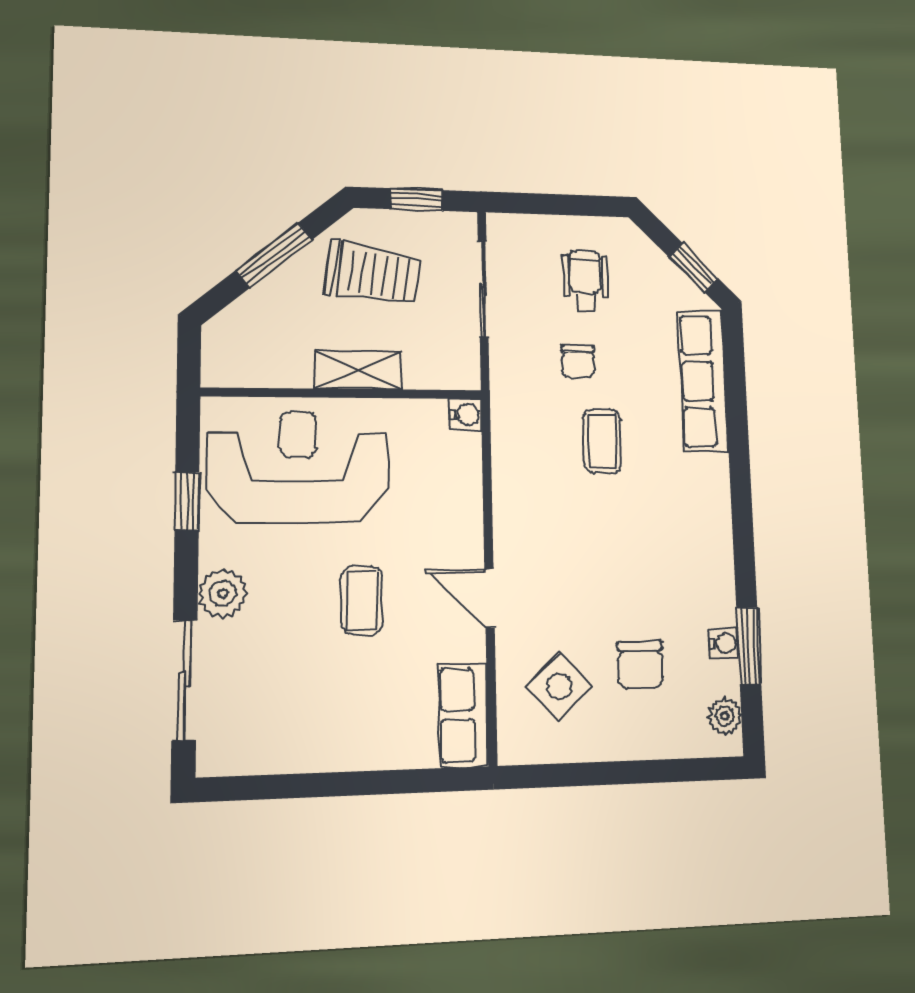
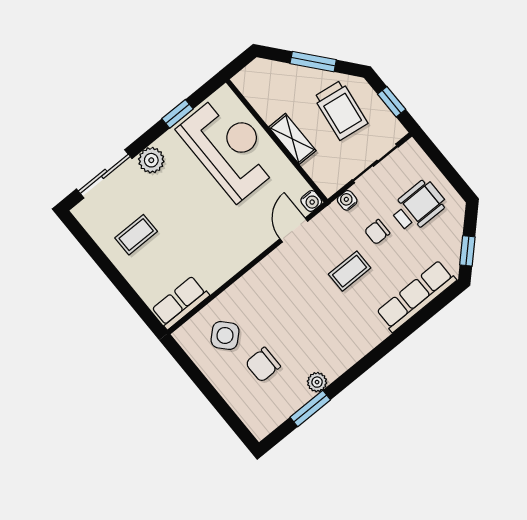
wheelchair: (586, 281) -> (418, 206), width x1.36, depth x1.37
door: (490, 598) -> (294, 230), moved
coffee table: (362, 600) -> (136, 235), moved
water cooler: (724, 643) -> (347, 200), moved, turned 180
plant: (725, 716) -> (317, 382), moved

